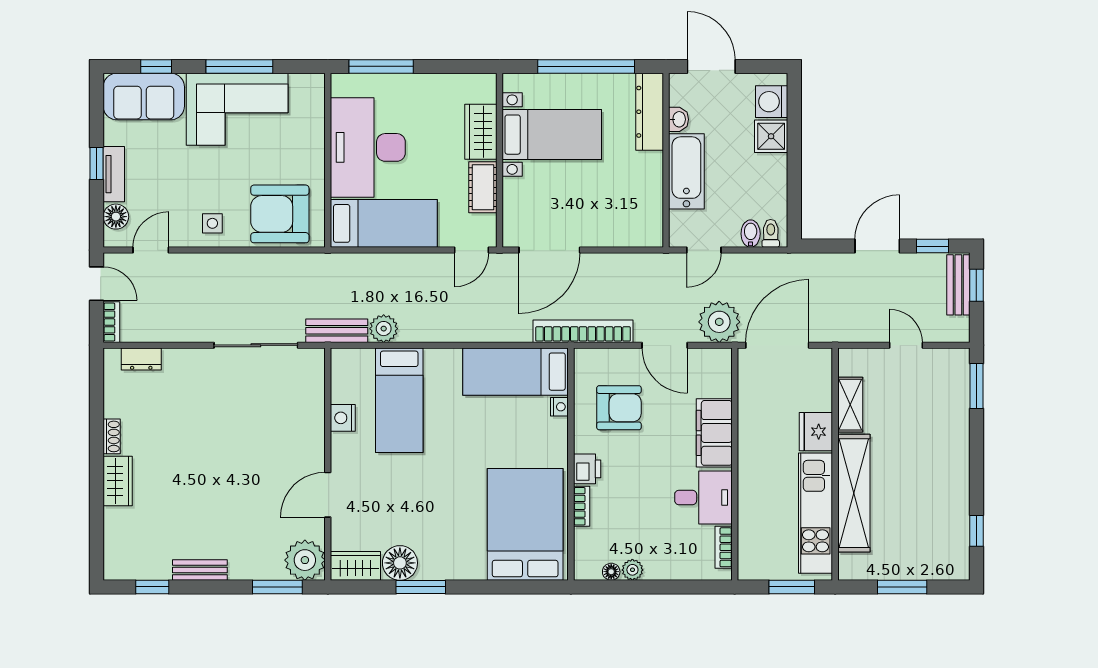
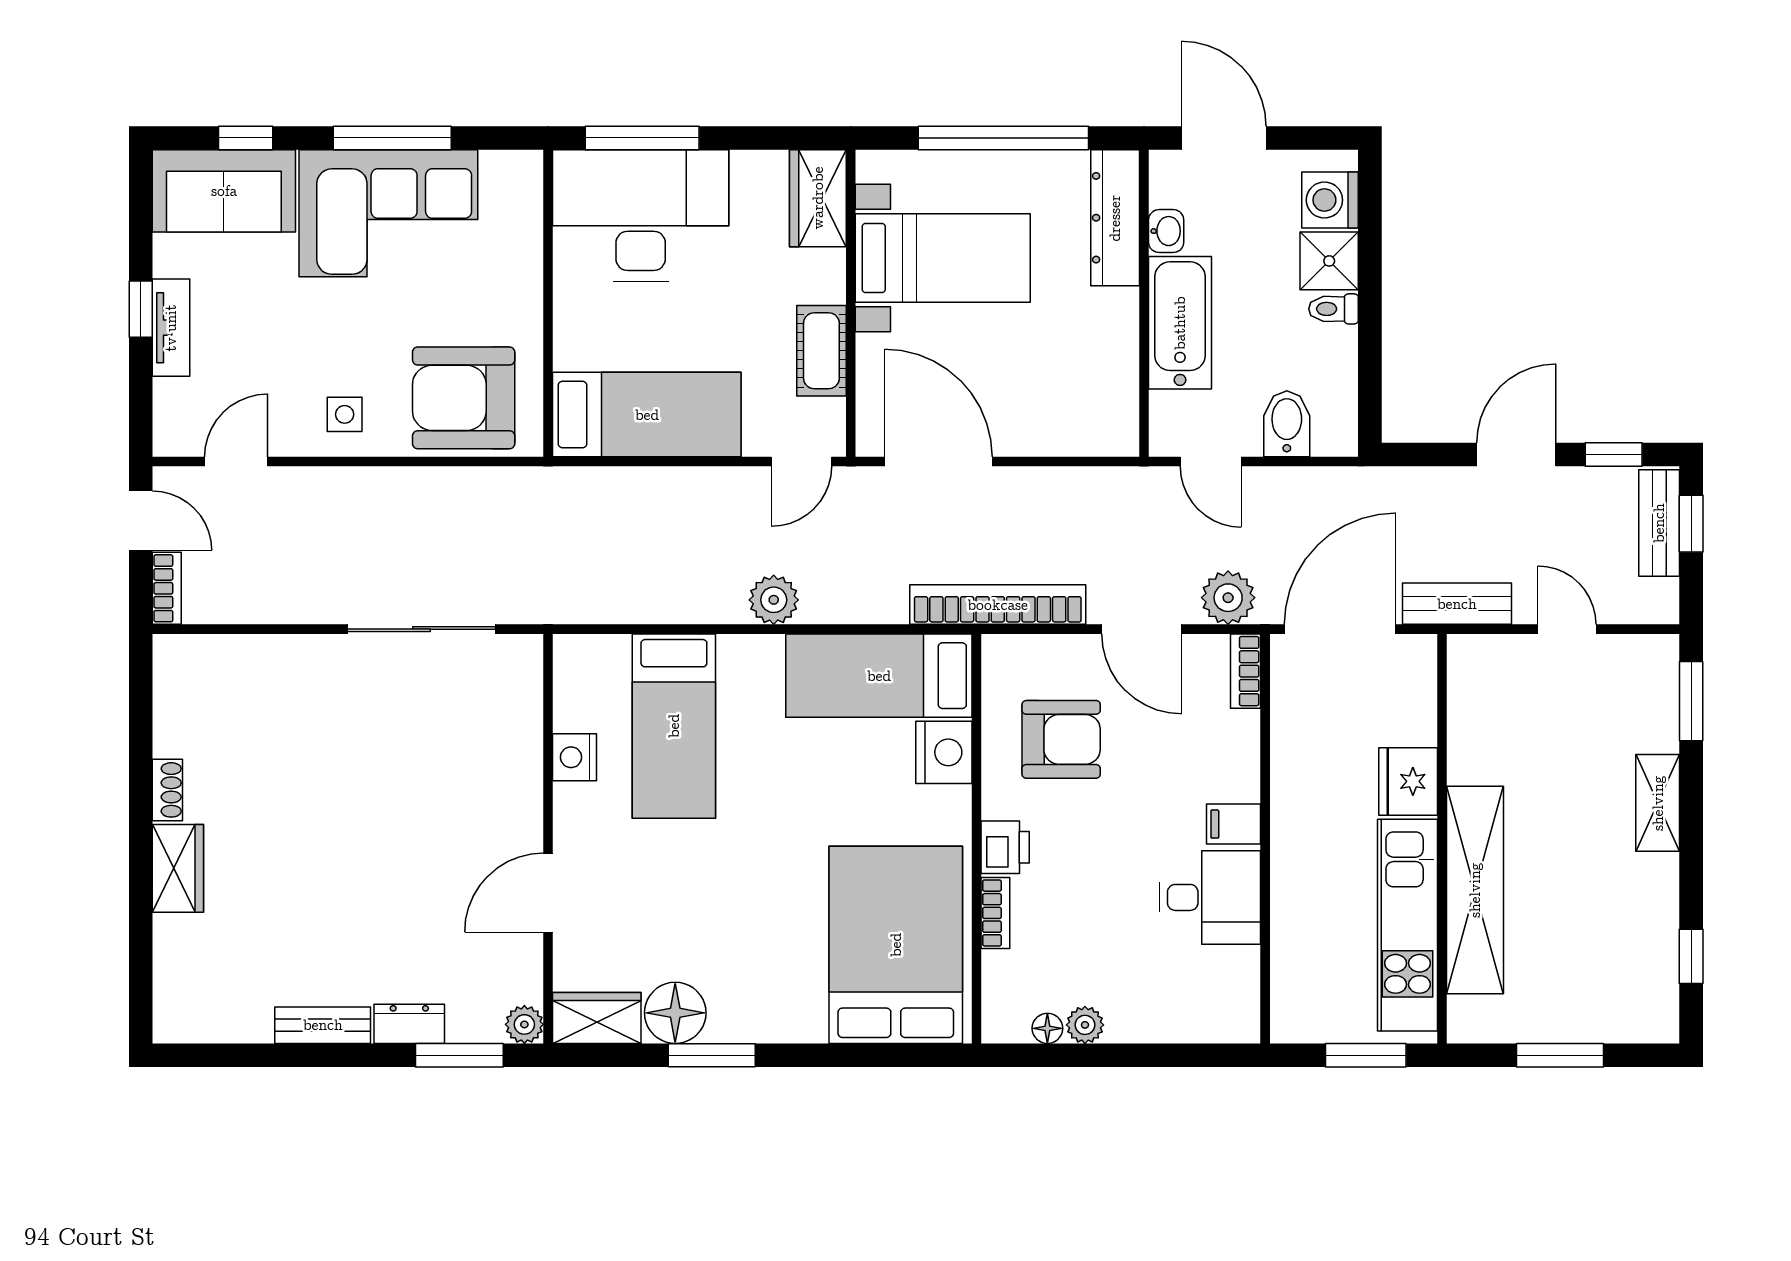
wardrobe: (481, 132) -> (818, 198), moved
desk: (368, 147) -> (641, 215), moved, turned 90
floor lamp: (116, 217) -> (175, 402), removed
toilet: (771, 233) -> (1334, 309), moved, turned -90
bidet: (751, 234) -> (1287, 424), width x1.38, depth x1.36
door: (549, 250) -> (939, 462), swing flipped
door: (704, 250) -> (1211, 462), hinge flipped
plant: (719, 322) -> (1228, 598), width x0.73, depth x0.73
plant: (384, 329) -> (774, 600), moved
bench: (337, 331) -> (1457, 604), moved
dresser: (141, 359) -> (409, 1024), moved, turned 180
shelving: (850, 405) -> (1658, 803), moved
nightstand: (559, 407) -> (944, 752), width x1.89, depth x1.79
filing cabinet: (714, 433) -> (1234, 824), width x0.33, depth x0.86
bookcase: (724, 547) -> (1246, 671), moved
plant: (305, 560) -> (524, 1024), width x0.53, depth x0.53
window: (152, 587) -> (239, 1055), removed

